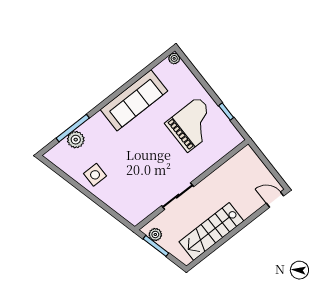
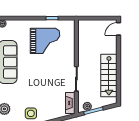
grand piano: (193, 124) -> (45, 41), turned 90
fireplace: (143, 211) -> (70, 103), added

